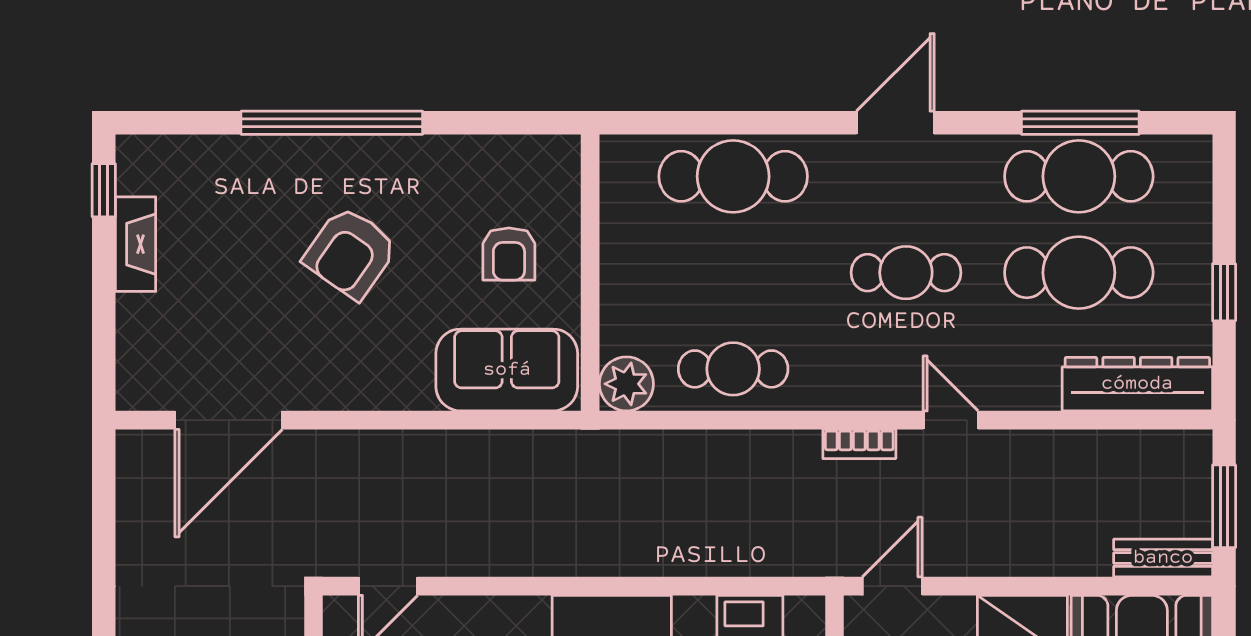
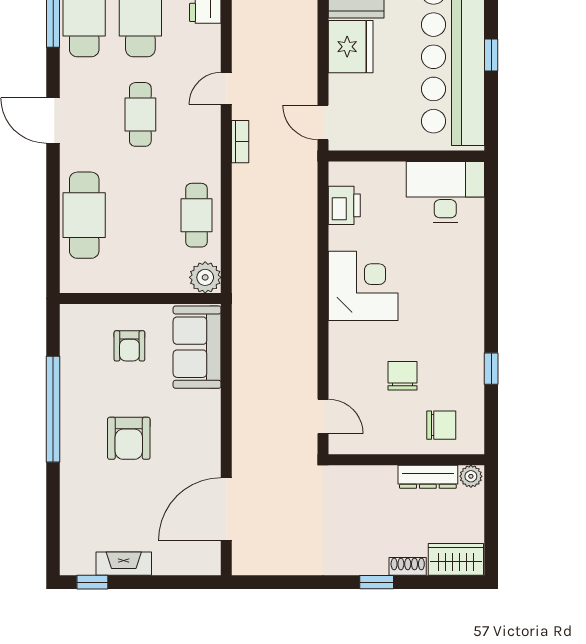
window: (332, 123) -> (53, 409), moved
armchair: (350, 253) -> (129, 438), turned 55
armchair: (509, 254) -> (129, 346), turned 90
door: (229, 420) -> (226, 509), swing flipped

